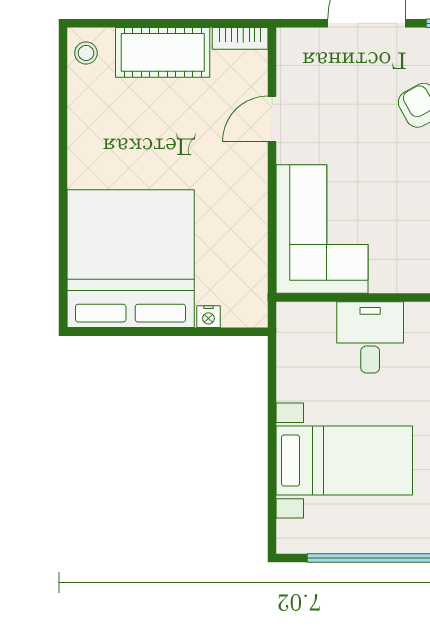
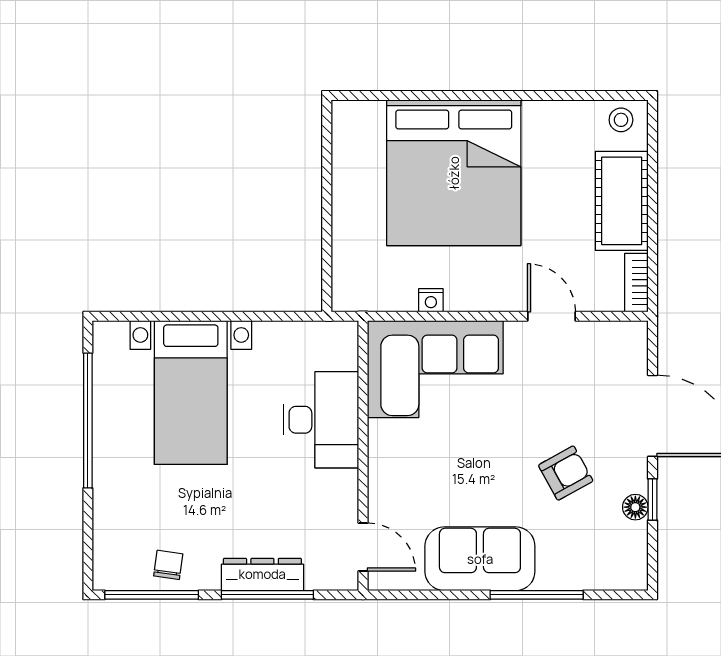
bed: (131, 259) -> (454, 173), moved, turned 90
nightstand: (208, 317) -> (431, 300), moved, turned -90
desk: (370, 337) -> (321, 420), width x1.37

